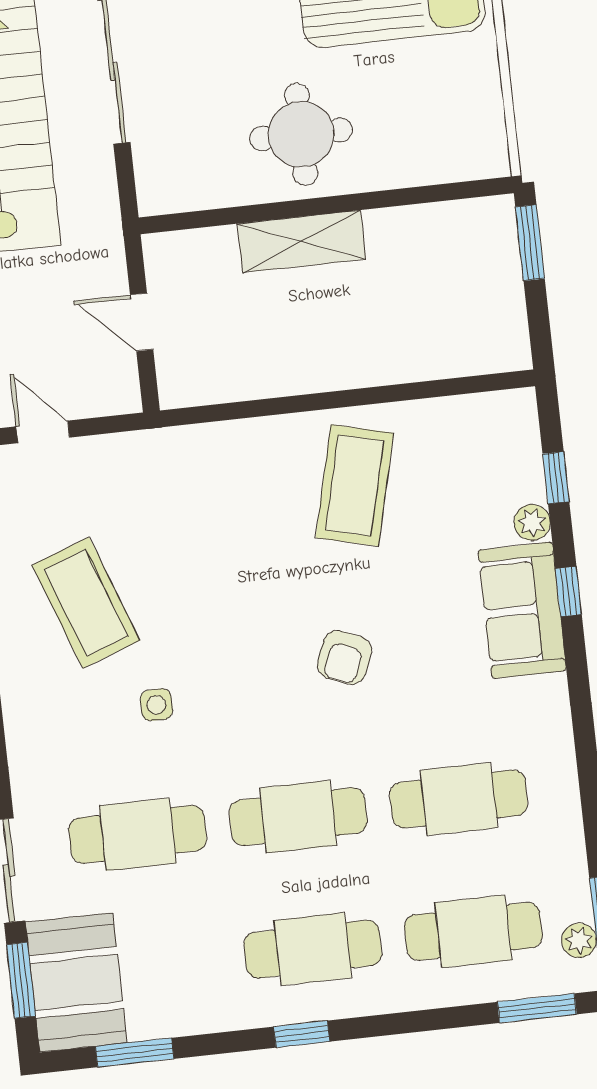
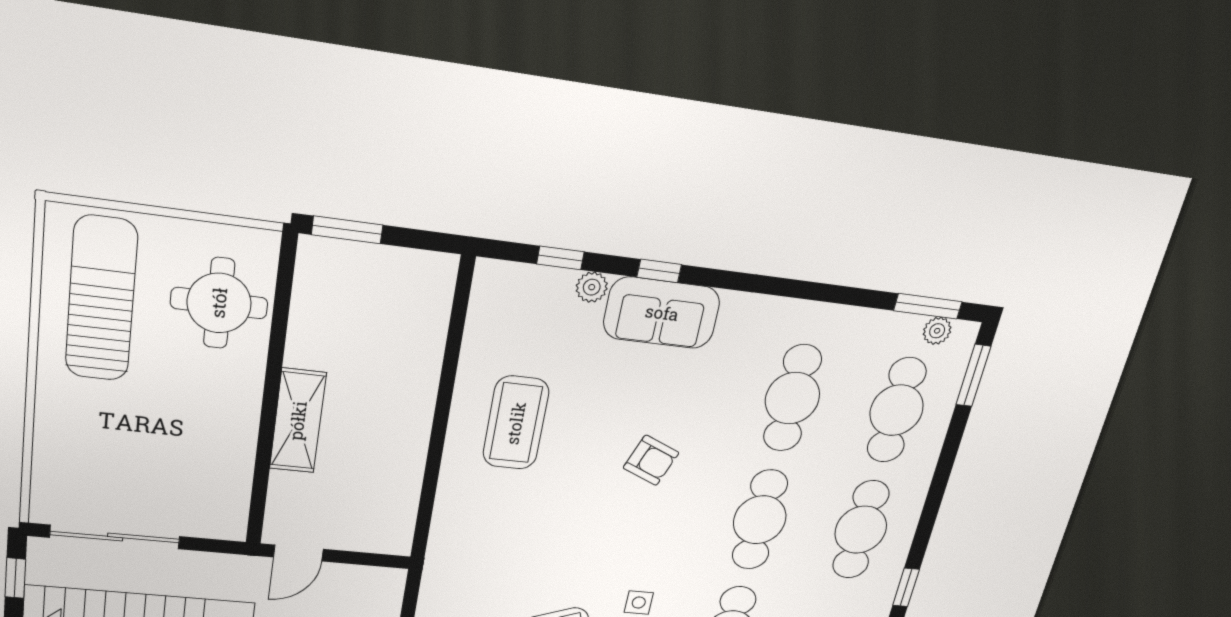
round table: (301, 134) -> (219, 303), moved
door: (142, 322) -> (298, 553), moved
coffee table: (355, 485) -> (516, 423), turned 76
window: (302, 1034) -> (906, 587), moved

